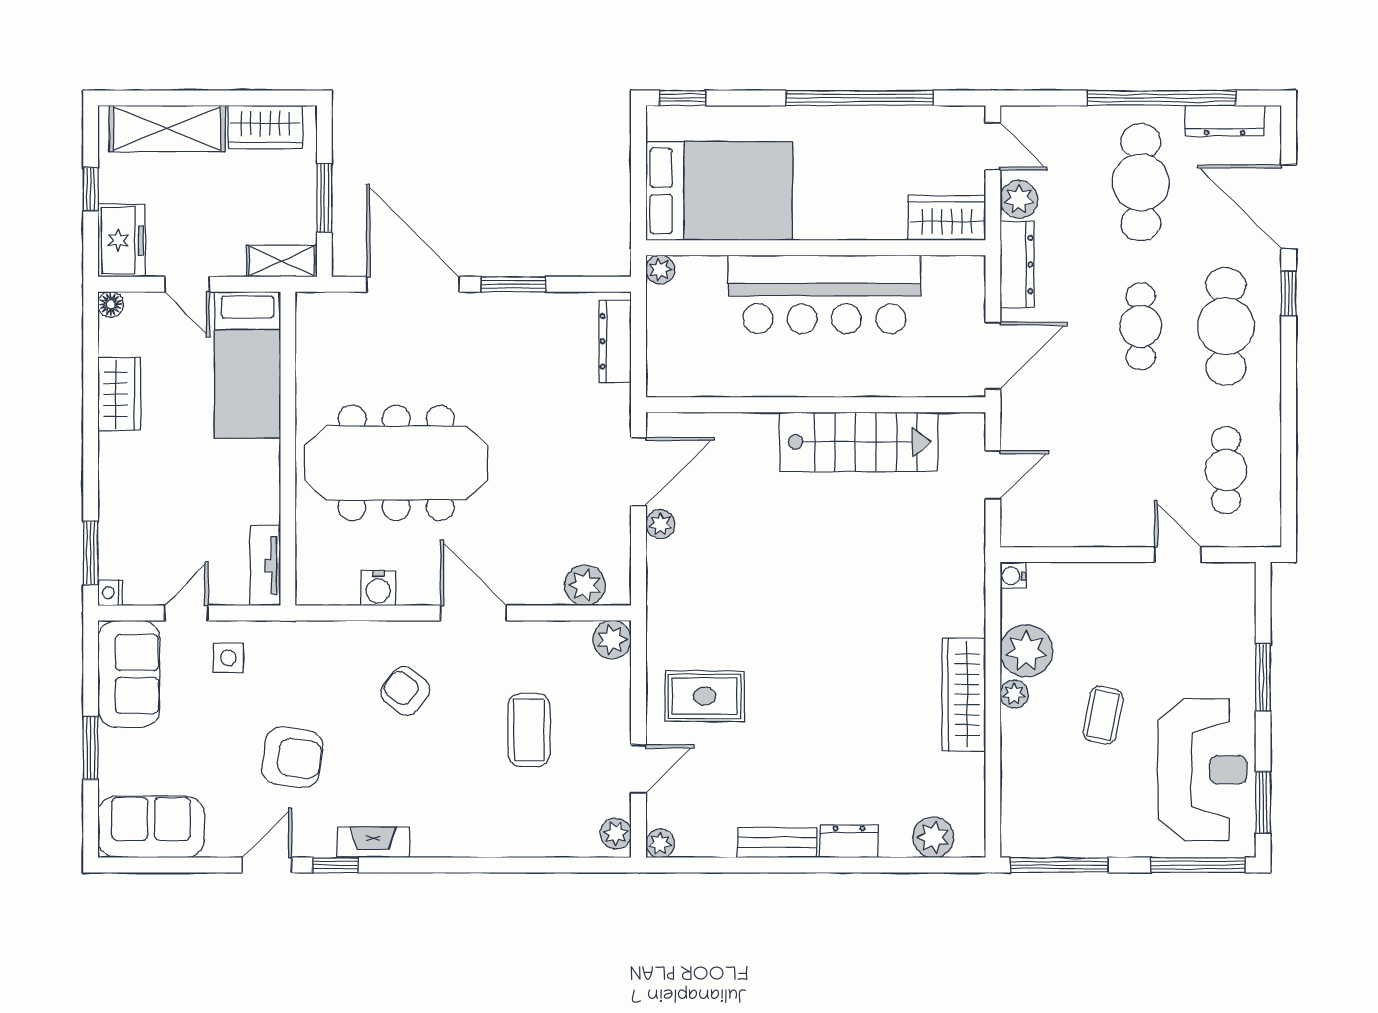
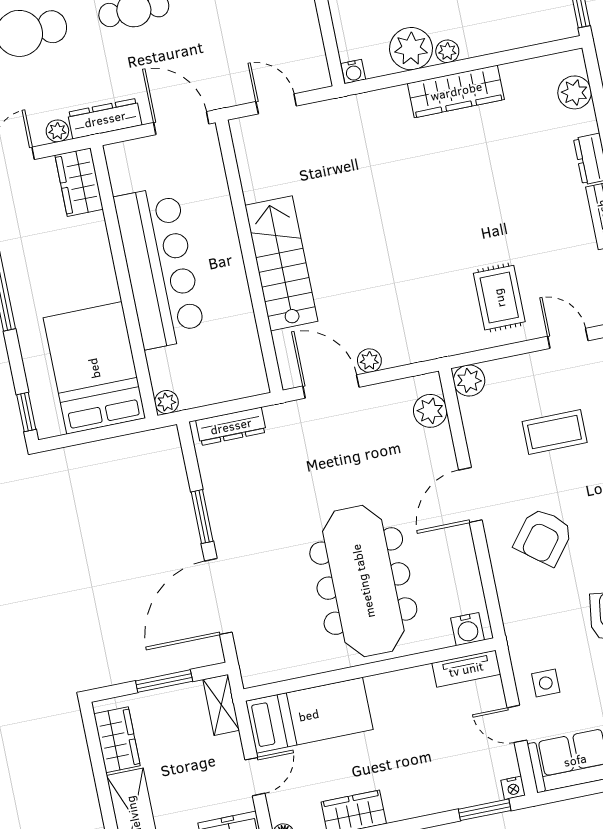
plant: (1019, 199) -> (57, 131), width x0.73, depth x0.73
stairs: (859, 442) -> (281, 263), moved
water cooler: (378, 588) -> (467, 629), moved, turned 90
armchair: (405, 691) -> (544, 537), width x1.38, depth x1.38

